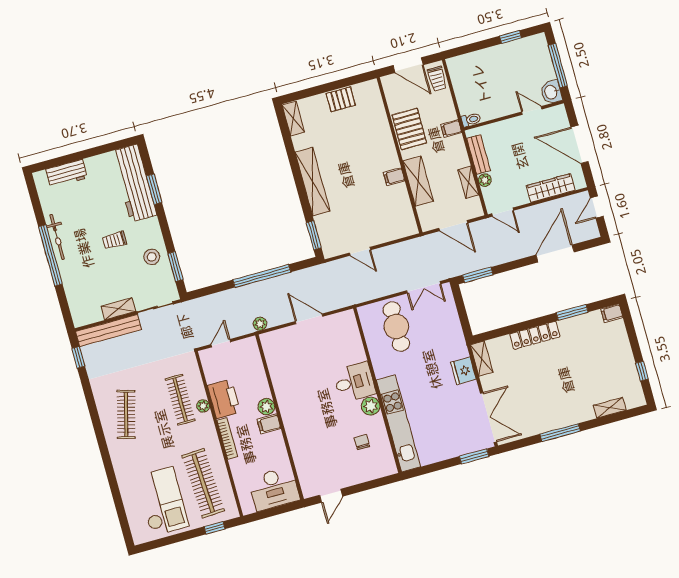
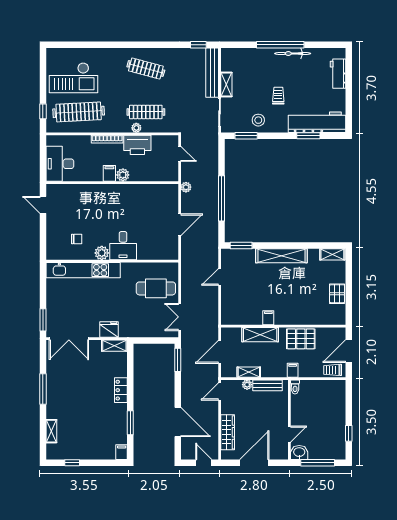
locker: (535, 335) -> (121, 390), width x0.66

